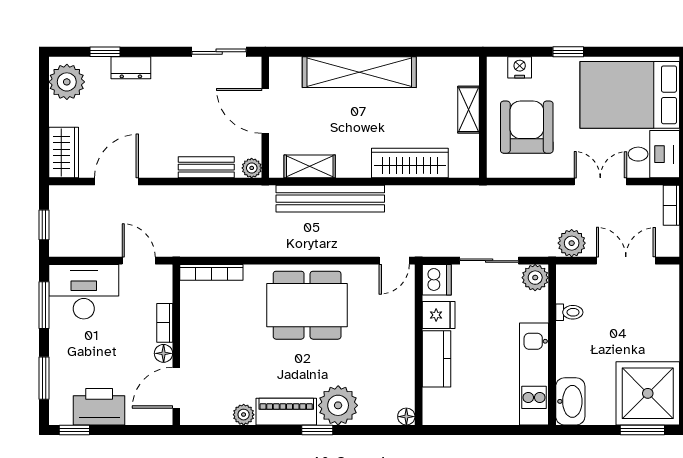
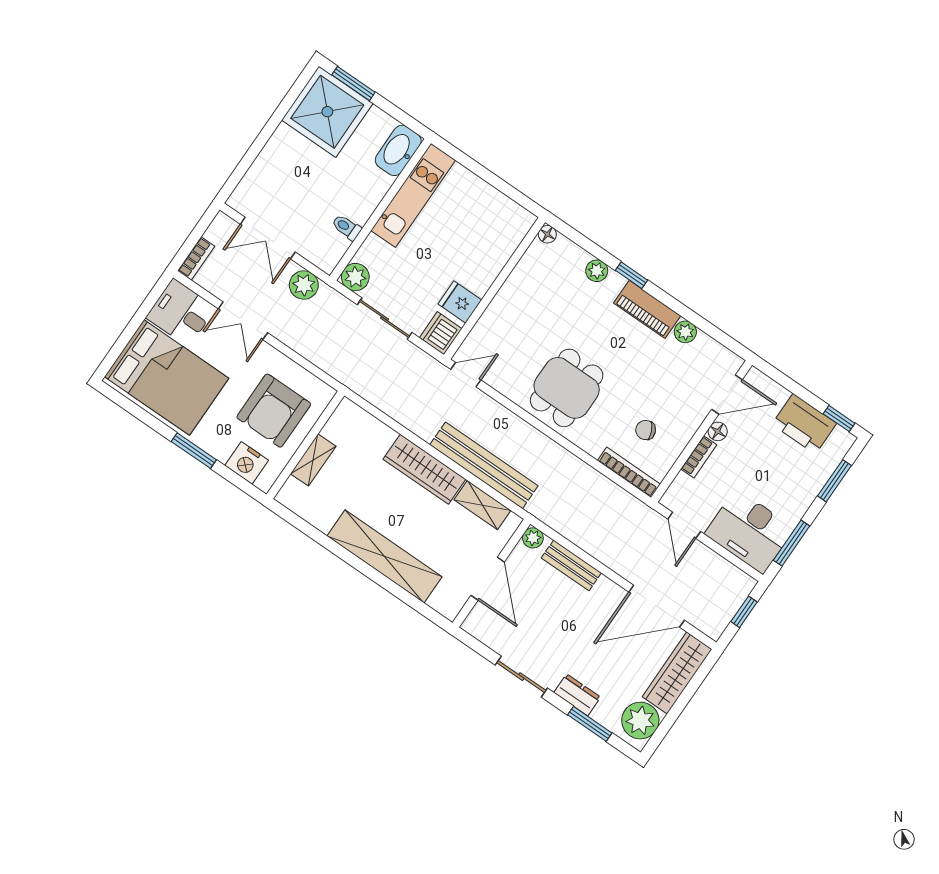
window: (105, 52) -> (590, 724), width x1.50
sliding door: (219, 52) -> (521, 677), moved
window: (568, 52) -> (194, 451), width x1.50
nightstand: (520, 67) -> (247, 463), width x1.36, depth x1.33
wardrobe: (64, 152) -> (677, 673), width x1.50
wardrobe: (410, 163) -> (424, 469), moved
door: (116, 182) -> (657, 606), width x1.36
dining table: (307, 305) -> (567, 388), width x0.73
chair: (221, 315) -> (646, 430), added
kitchen counter: (436, 359) -> (488, 266), removed
plant: (338, 405) -> (597, 271), width x0.53, depth x0.53

